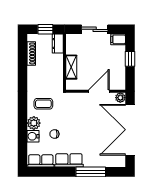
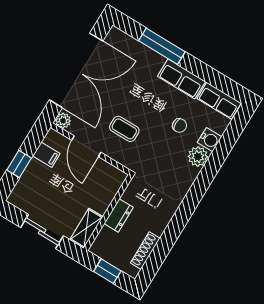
filing cabinet: (118, 39) -> (46, 155), moved
dresser: (58, 43) -> (119, 215), moved
shelving: (71, 67) -> (86, 228), moved
door: (99, 91) -> (86, 146), hinge flipped
coffee table: (43, 104) -> (124, 129), moved

